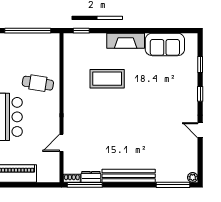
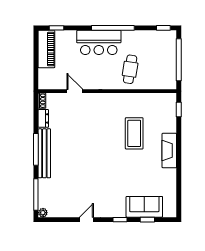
sofa: (165, 44) -> (144, 207), moved, turned 90
window: (85, 185) -> (36, 149), moved

